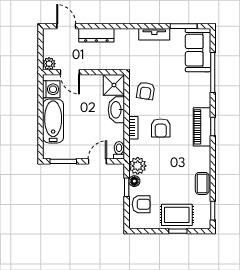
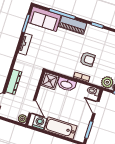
door: (70, 72) -> (32, 107), hinge flipped
armchair: (146, 91) -> (60, 61), removed
piano: (202, 127) -> (73, 25), moved

